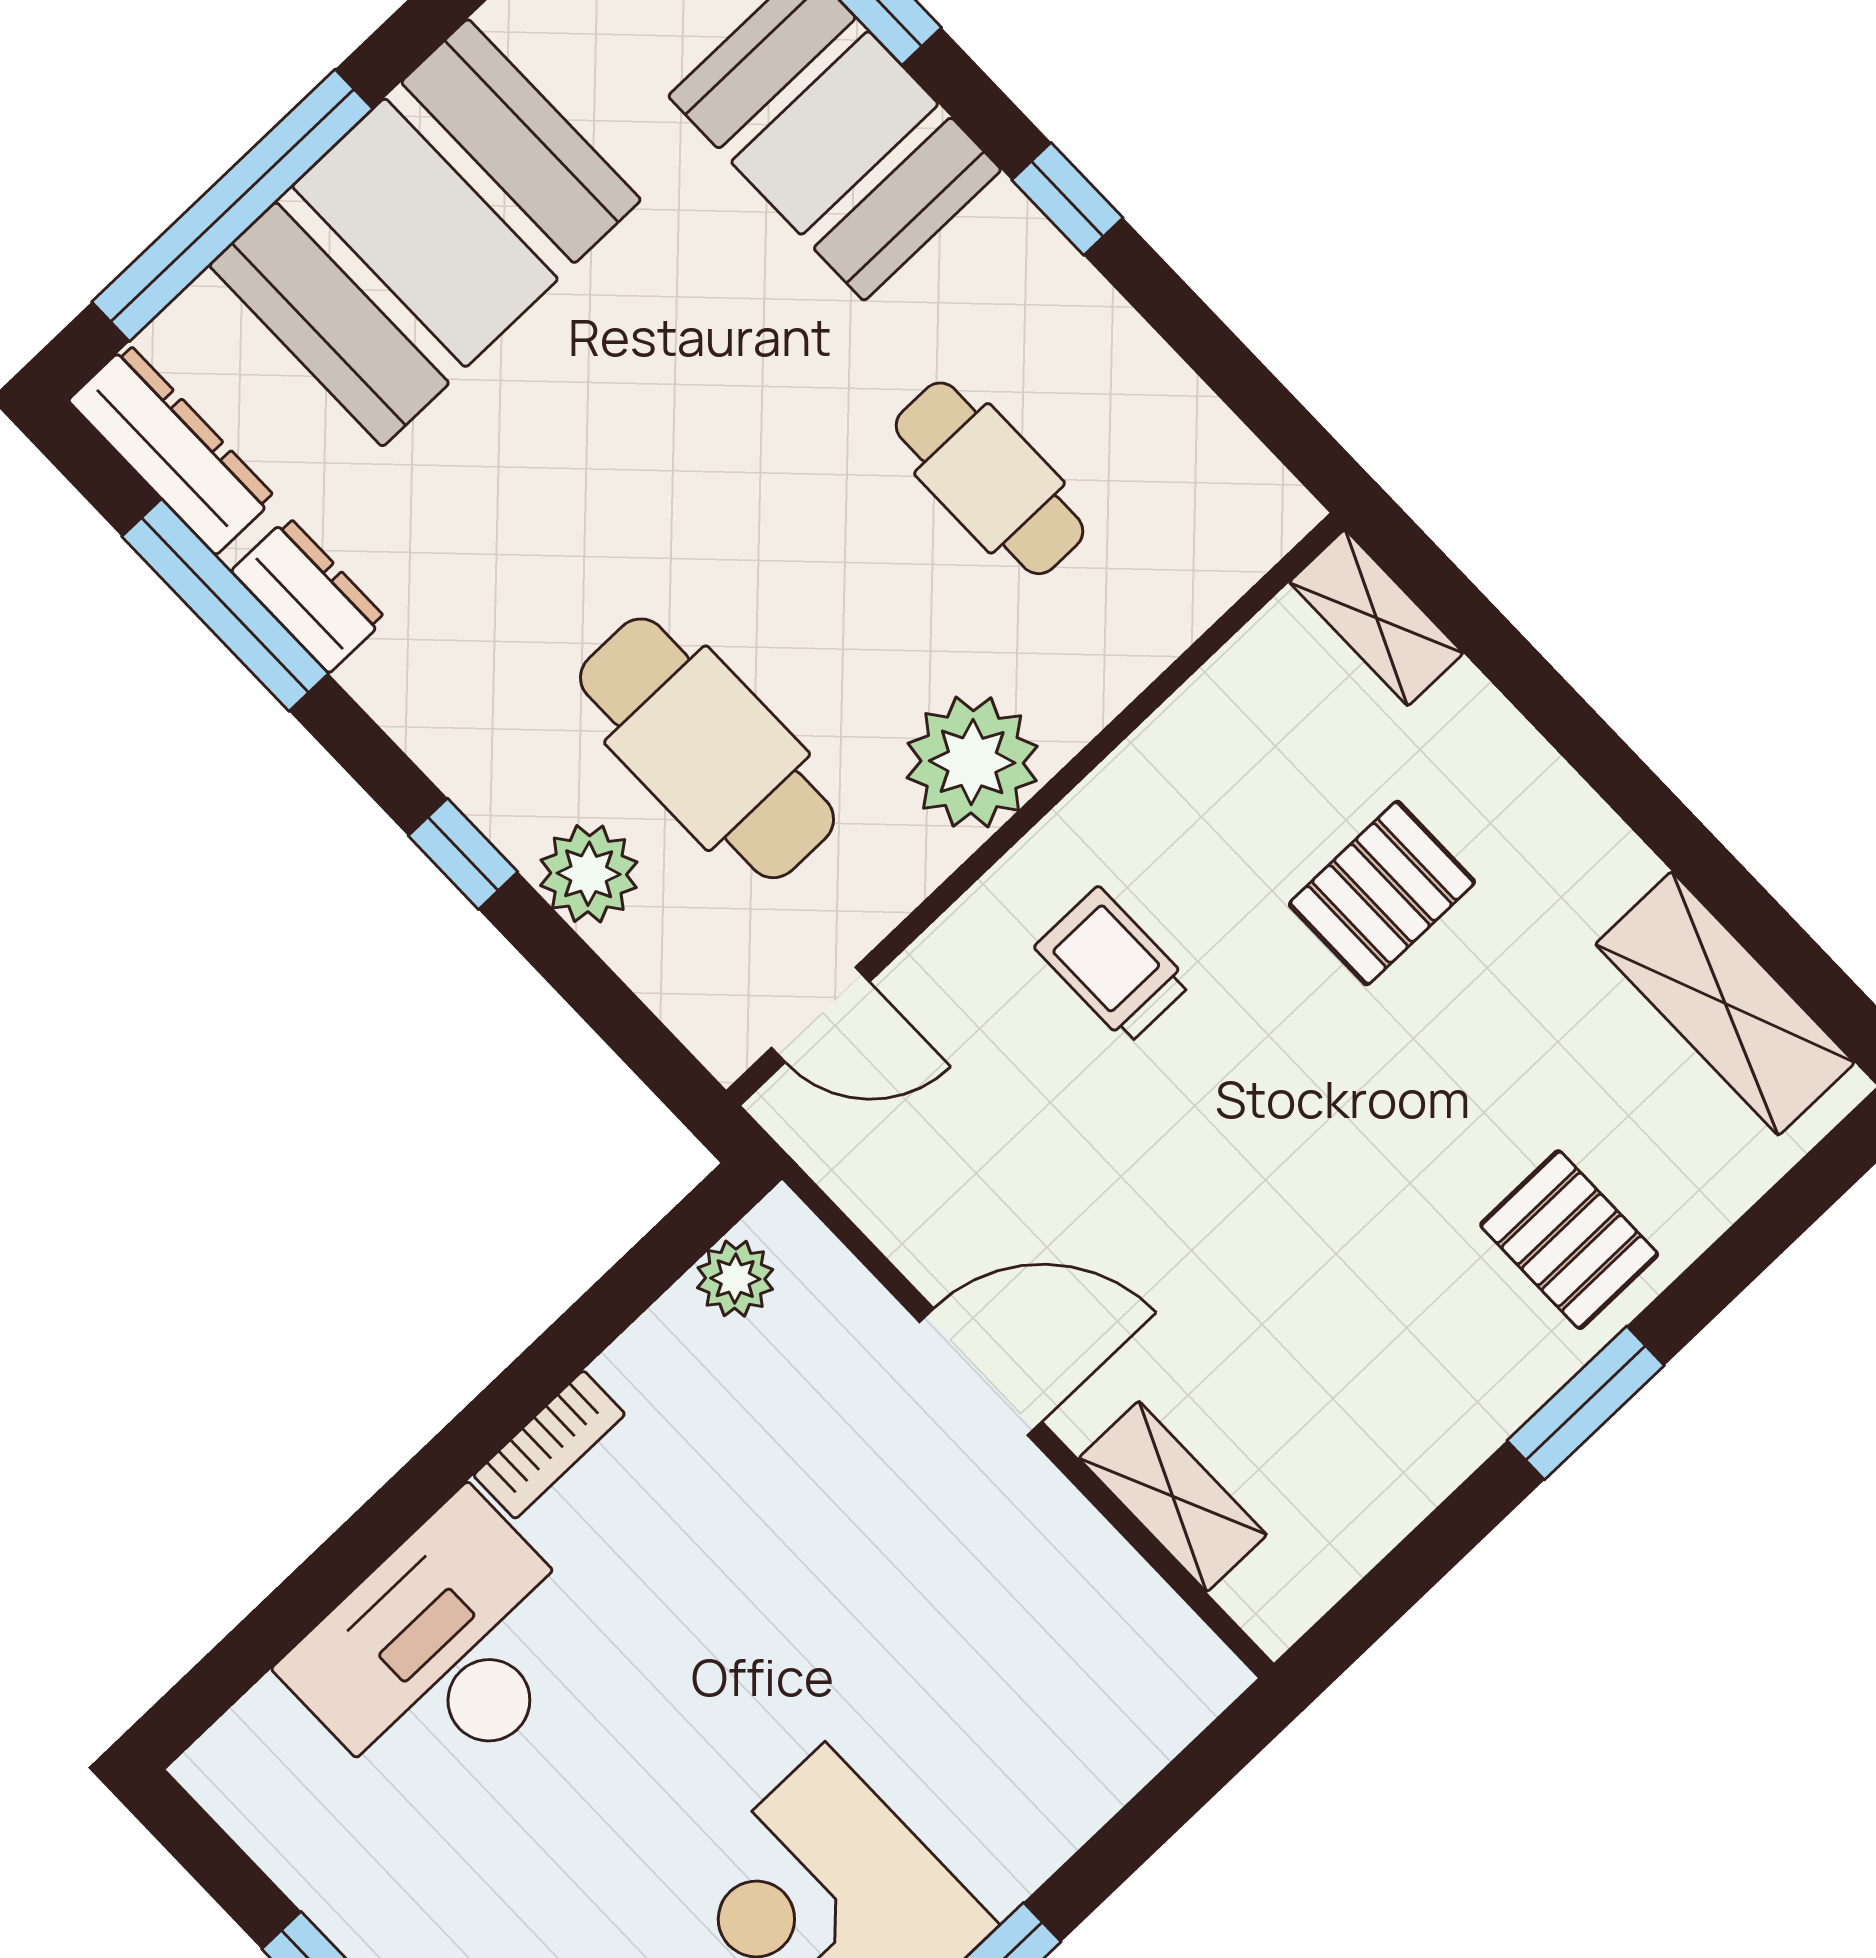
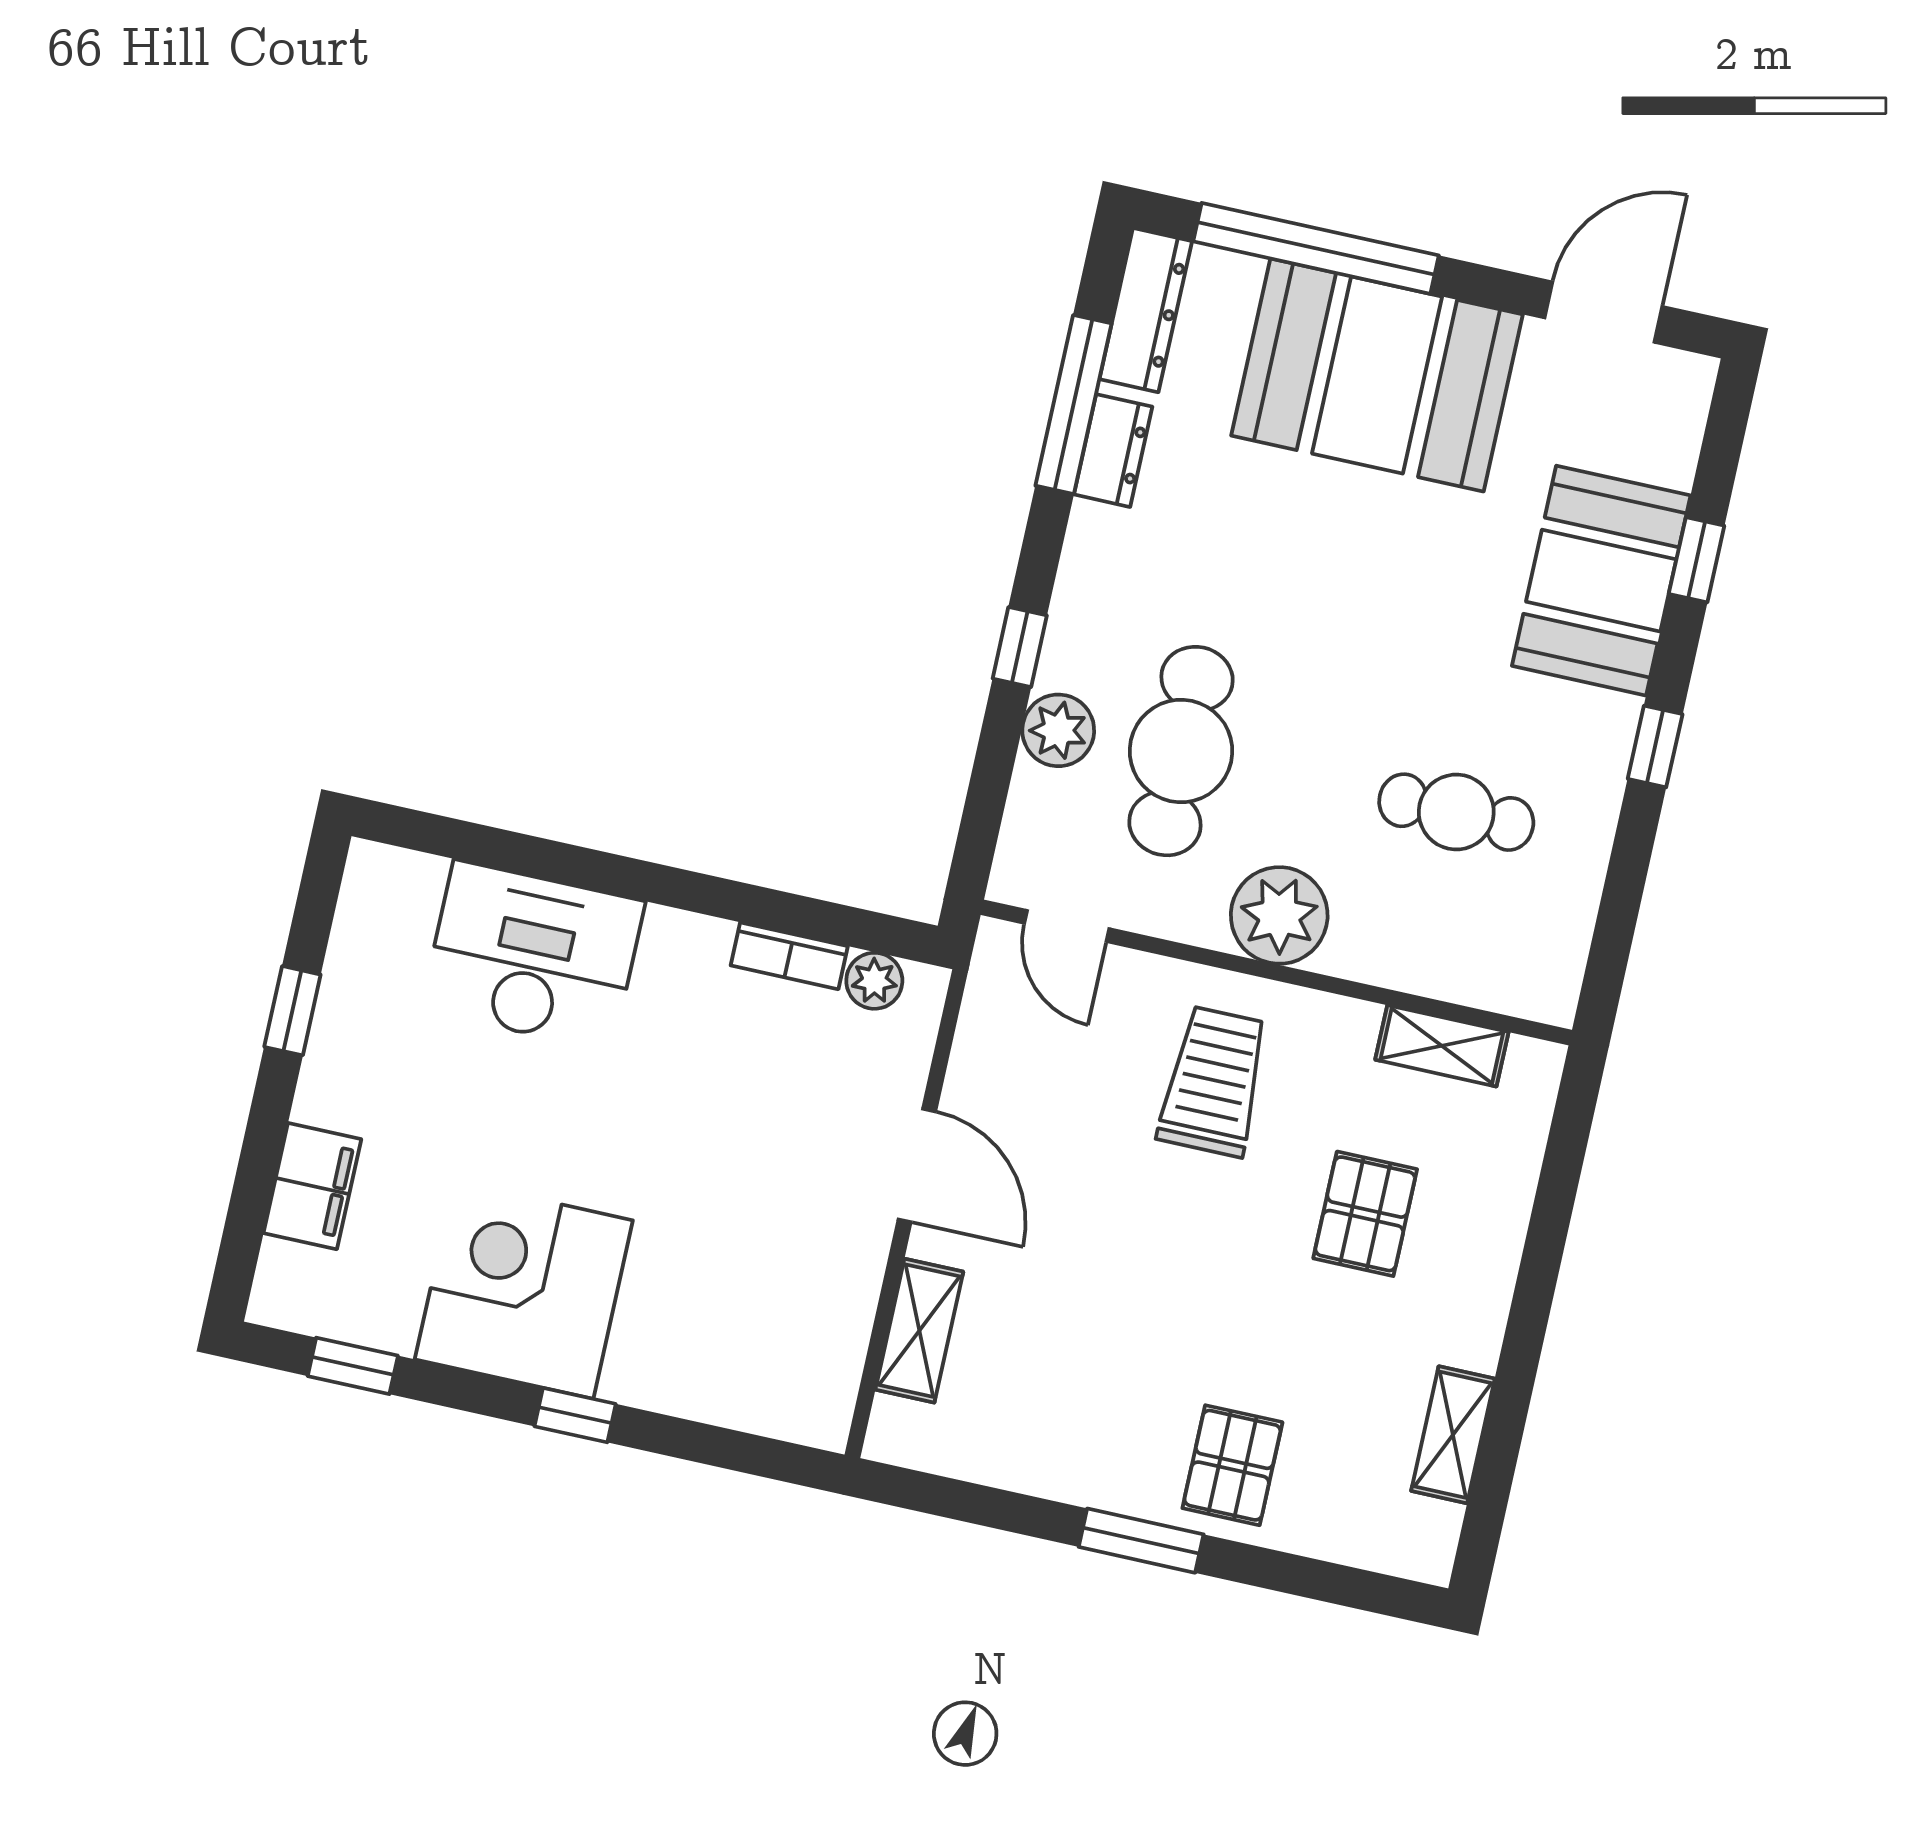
cafe table: (990, 478) -> (1456, 812), turned 90
shelving: (1376, 618) -> (1442, 1046), moved, turned 90
pallet: (1382, 893) -> (1365, 1214), turned 90
trolley: (1113, 965) -> (1214, 1081), width x1.36, depth x1.39
shelving: (1725, 1003) -> (1453, 1435), width x0.67, depth x0.75
bookcase: (549, 1445) -> (789, 956), moved

